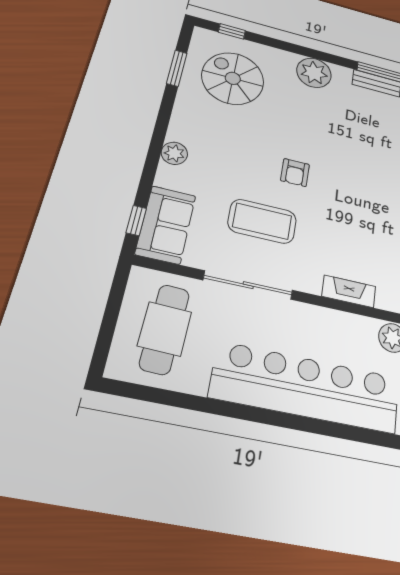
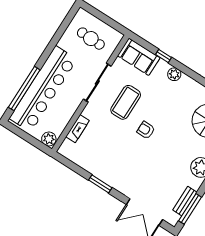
window: (136, 220) -> (163, 56), moved
cafe table: (165, 329) -> (91, 39), width x0.73, depth x0.74
window: (323, 428) -> (24, 89), added

